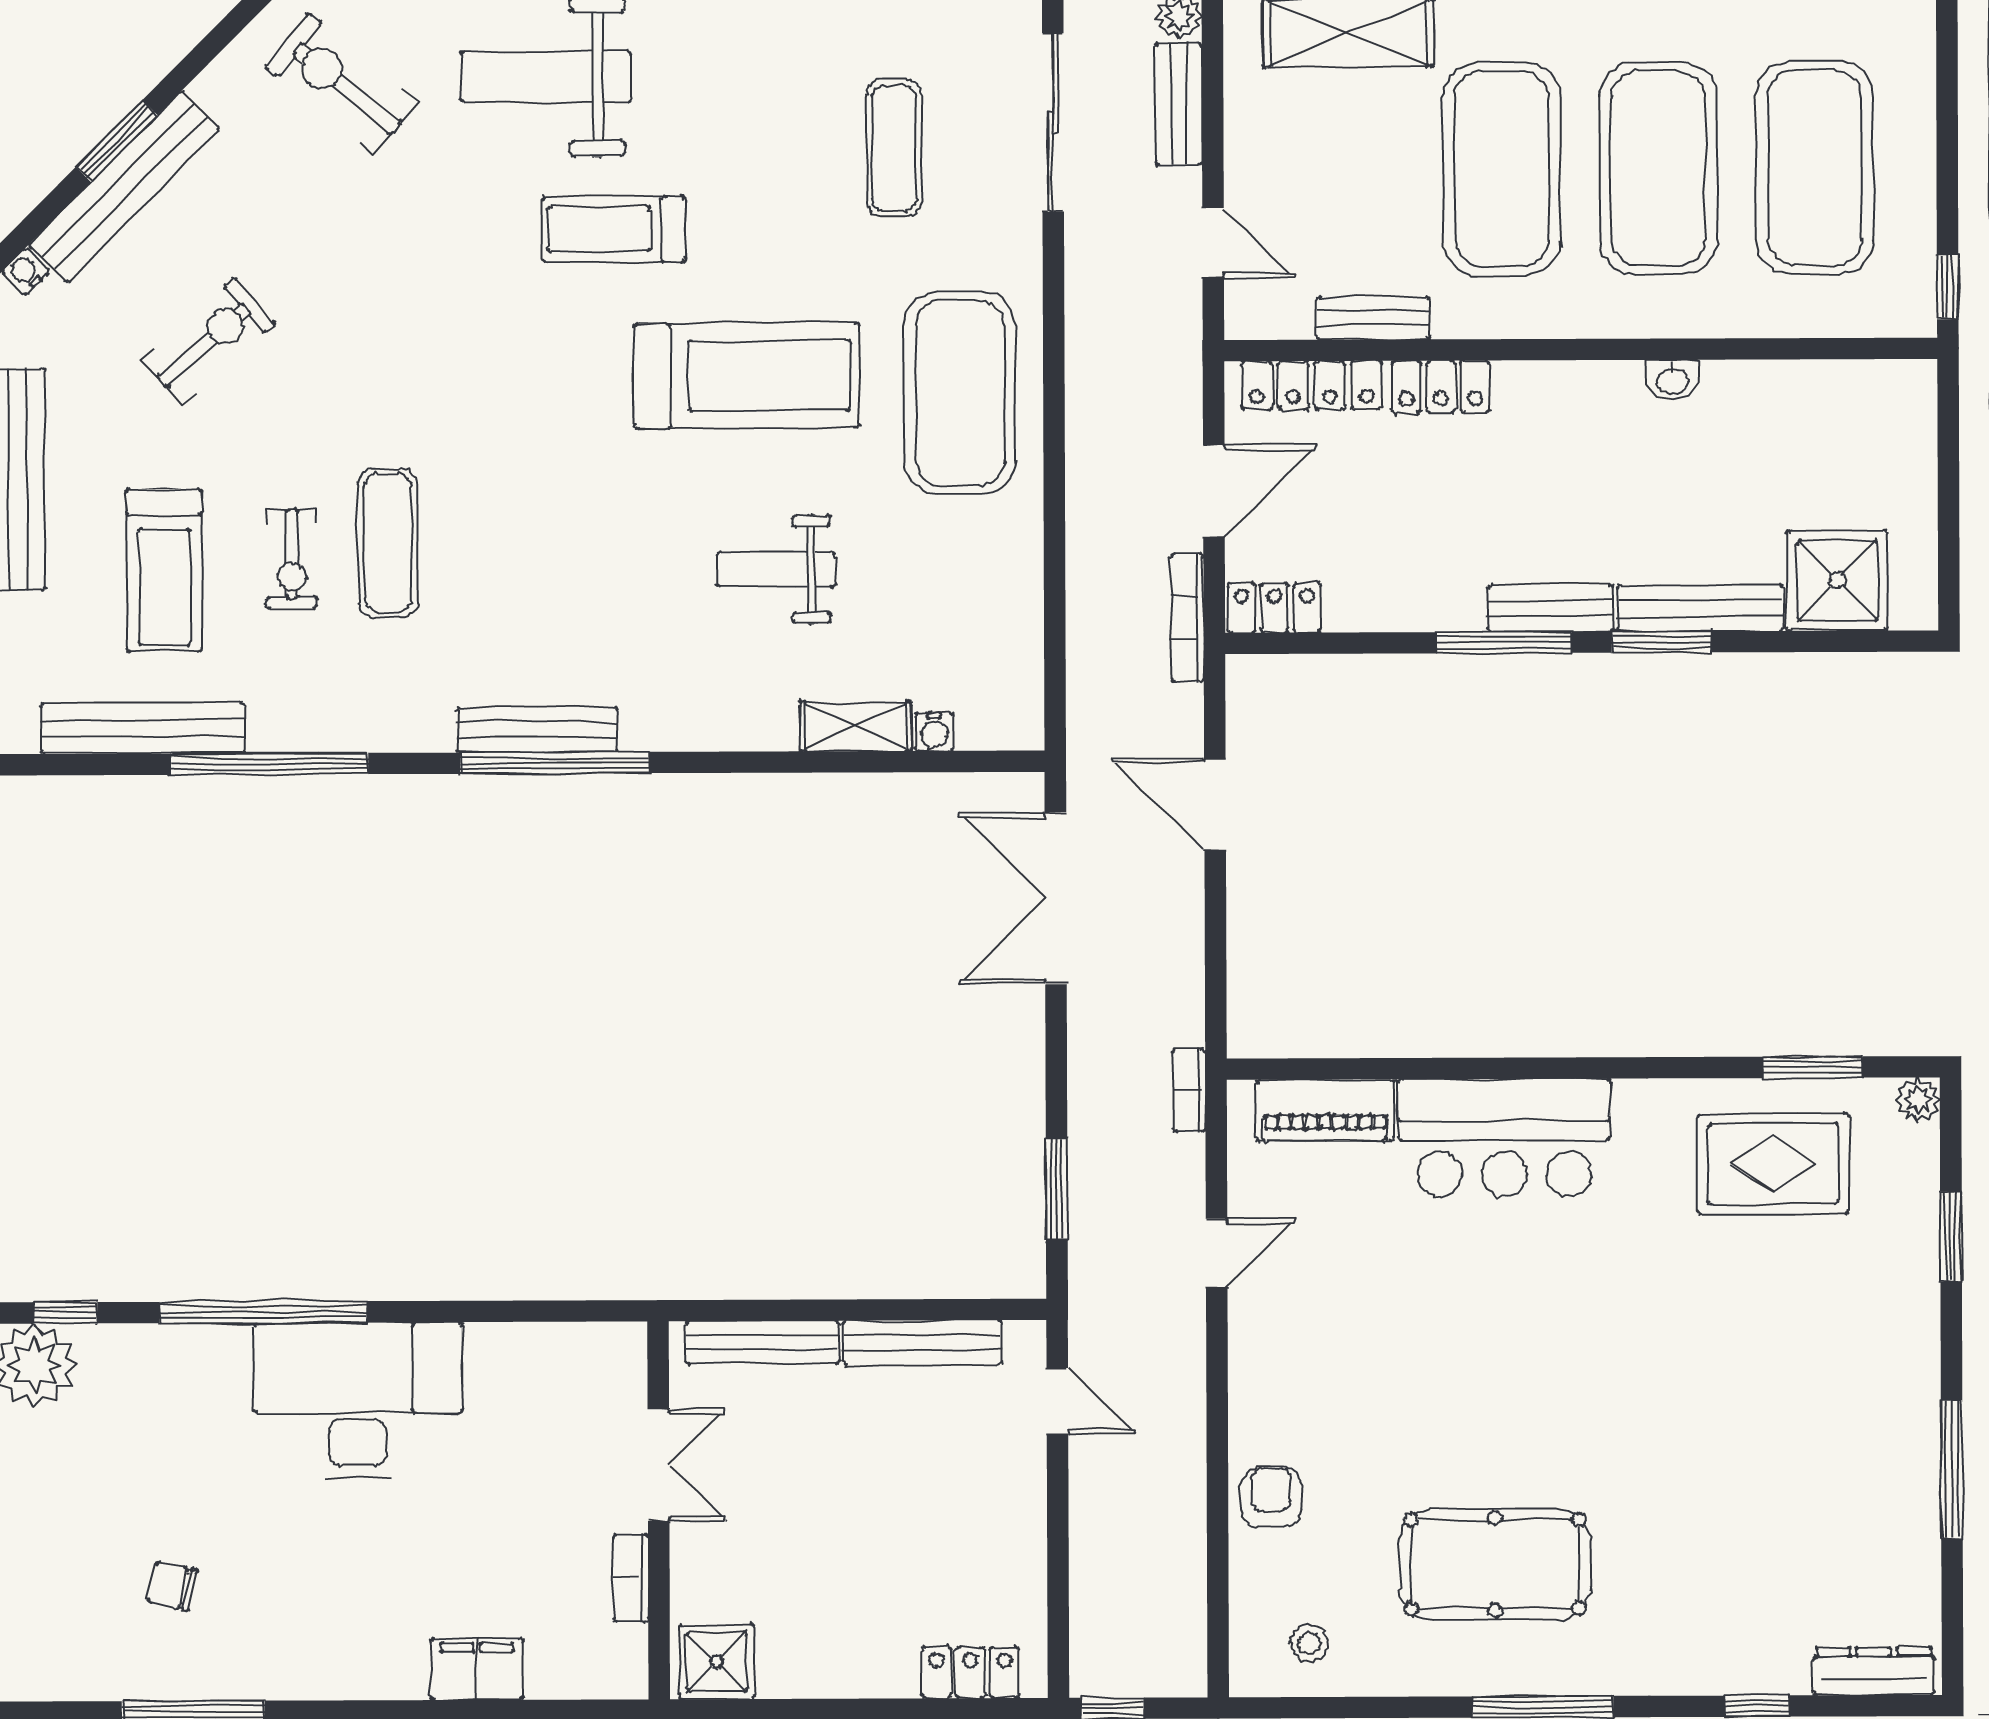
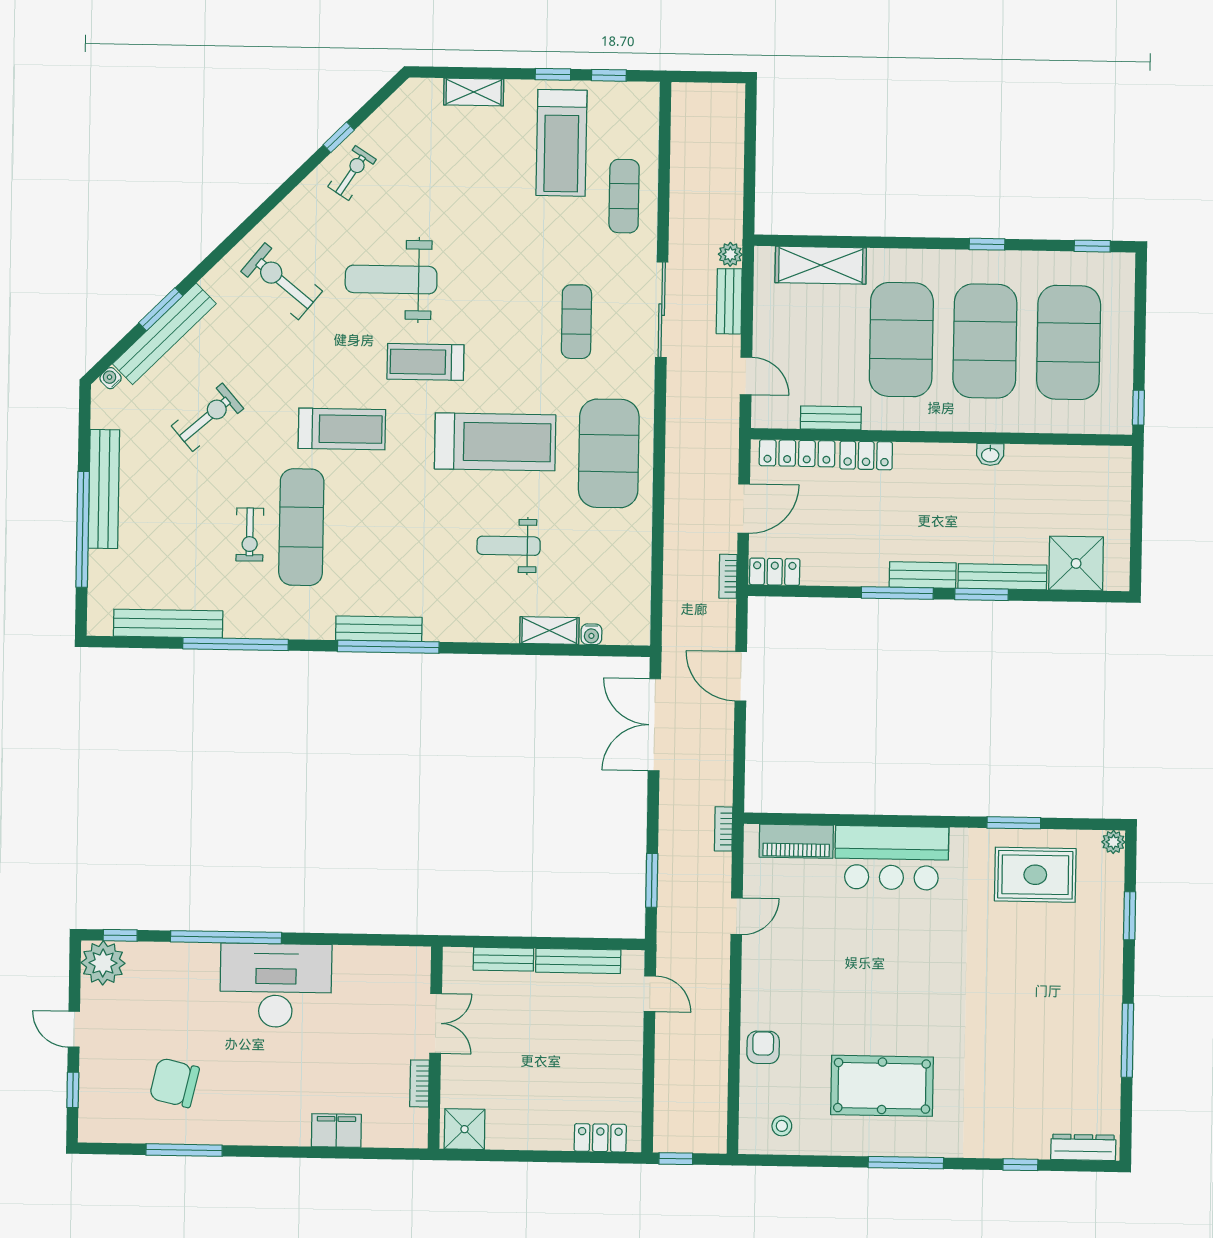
exercise mat: (388, 543) -> (301, 527), width x1.36, depth x1.45
treadmill: (164, 570) -> (342, 429), moved, turned -90
bookcase: (1187, 618) -> (728, 576), width x0.64
window: (1812, 1067) -> (1014, 823), moved
bench: (762, 1342) -> (503, 959), width x0.73
chair: (172, 1586) -> (174, 1083), width x1.87, depth x1.87

